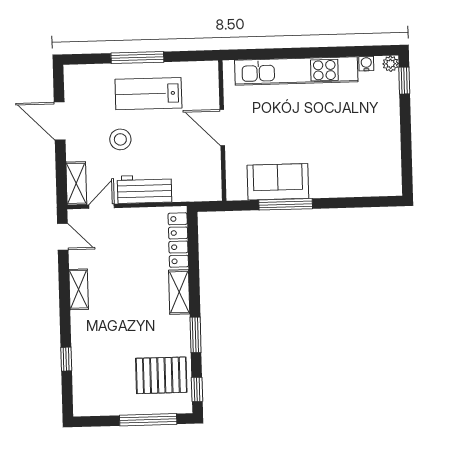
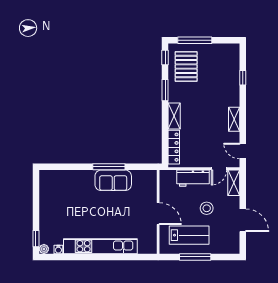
door: (222, 128) -> (158, 214), moved
wall: (222, 131) -> (158, 212), moved
pallet: (161, 375) -> (186, 67), turned 90

